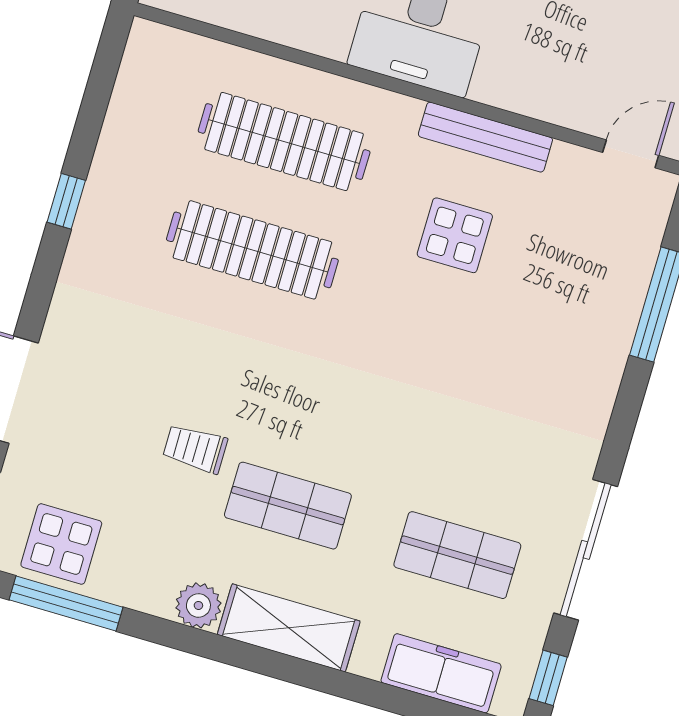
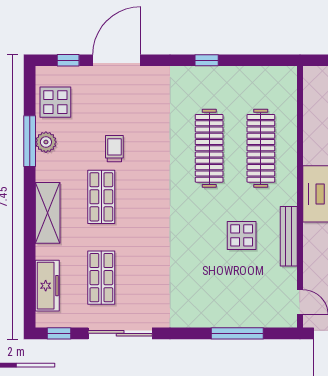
window: (66, 604) -> (30, 141), moved
plant: (198, 605) -> (46, 142), moved

